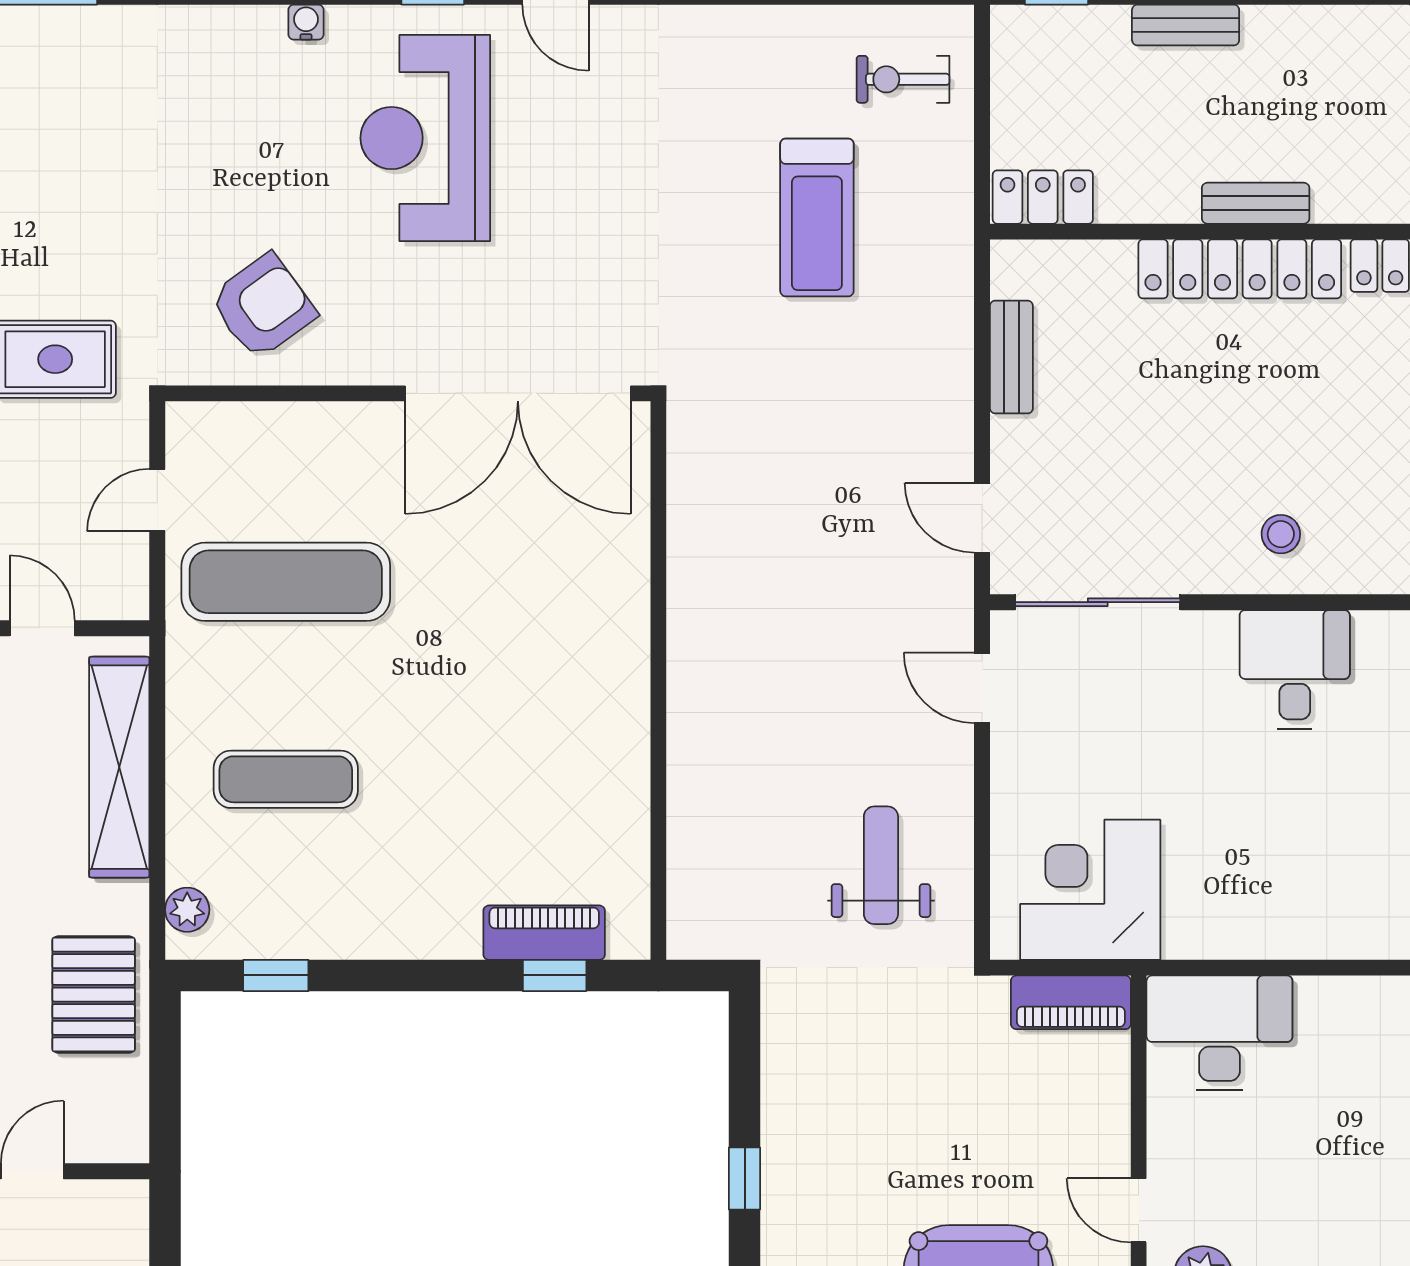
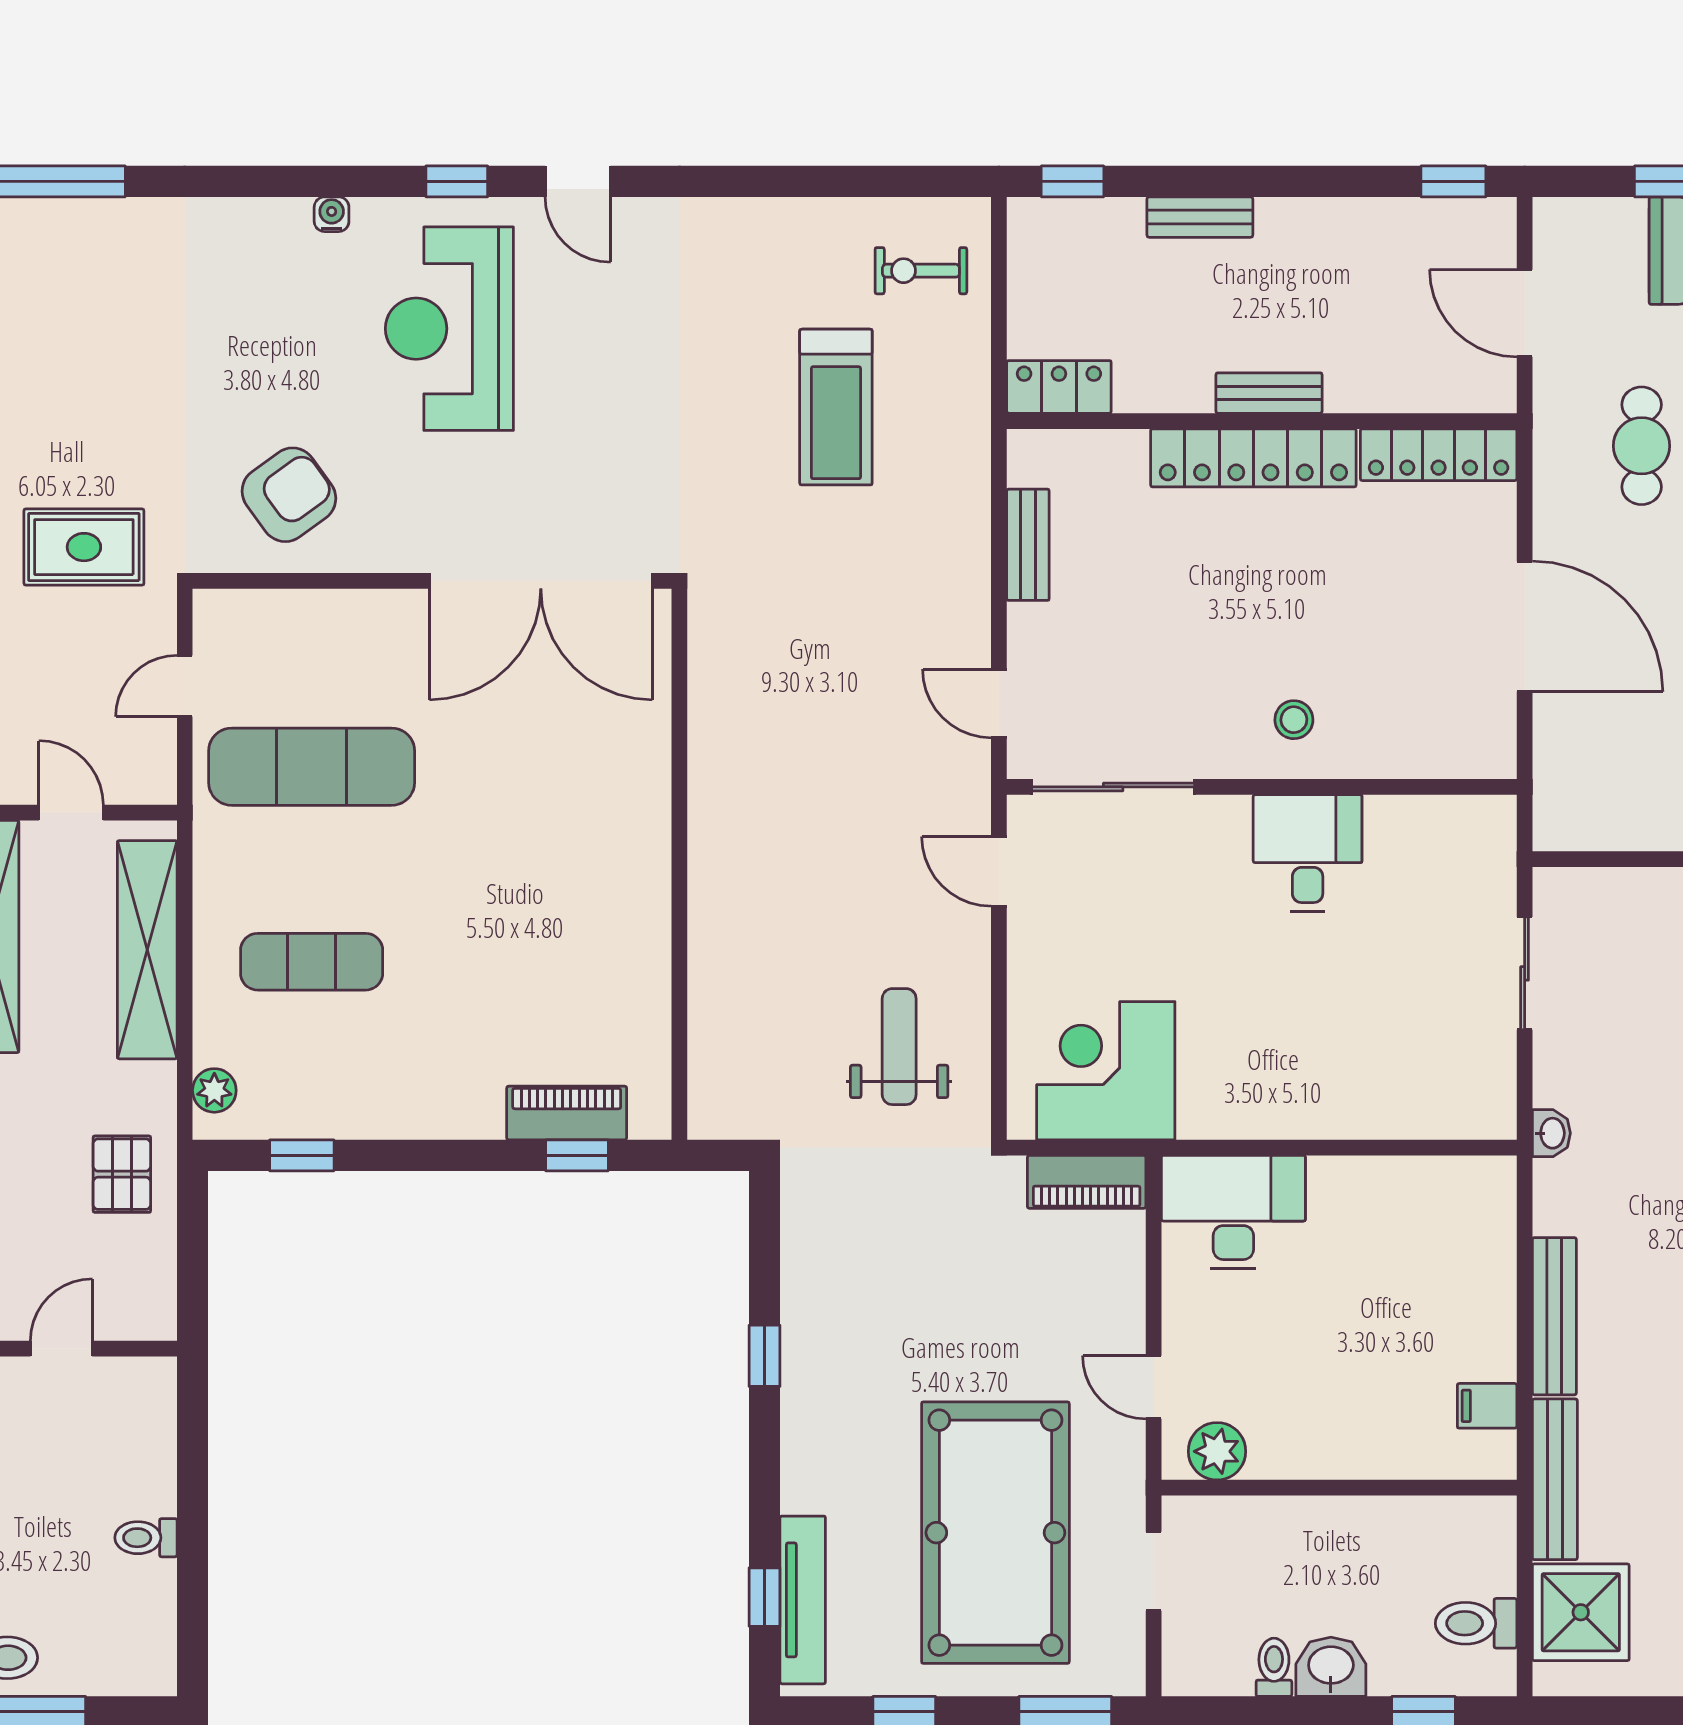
pallet: (94, 995) -> (122, 1174), width x0.67, depth x0.71

